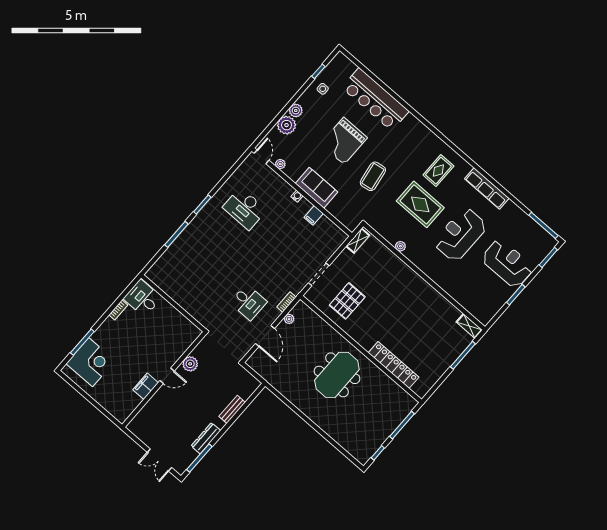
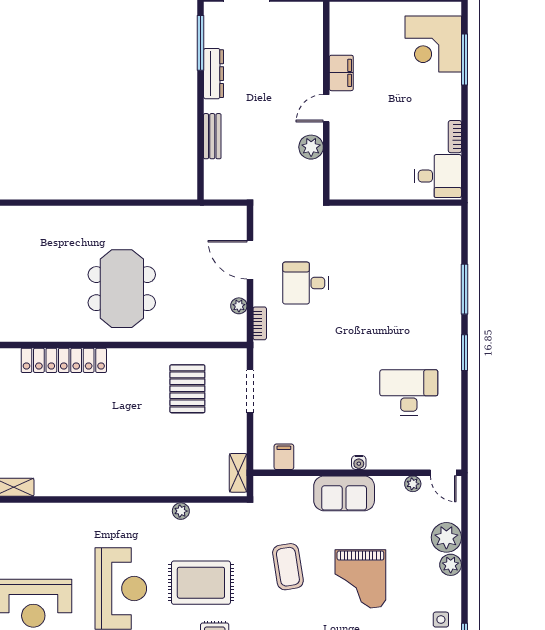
grand piano: (344, 141) -> (360, 579), turned 180
filing cabinet: (314, 215) -> (284, 457), moved

